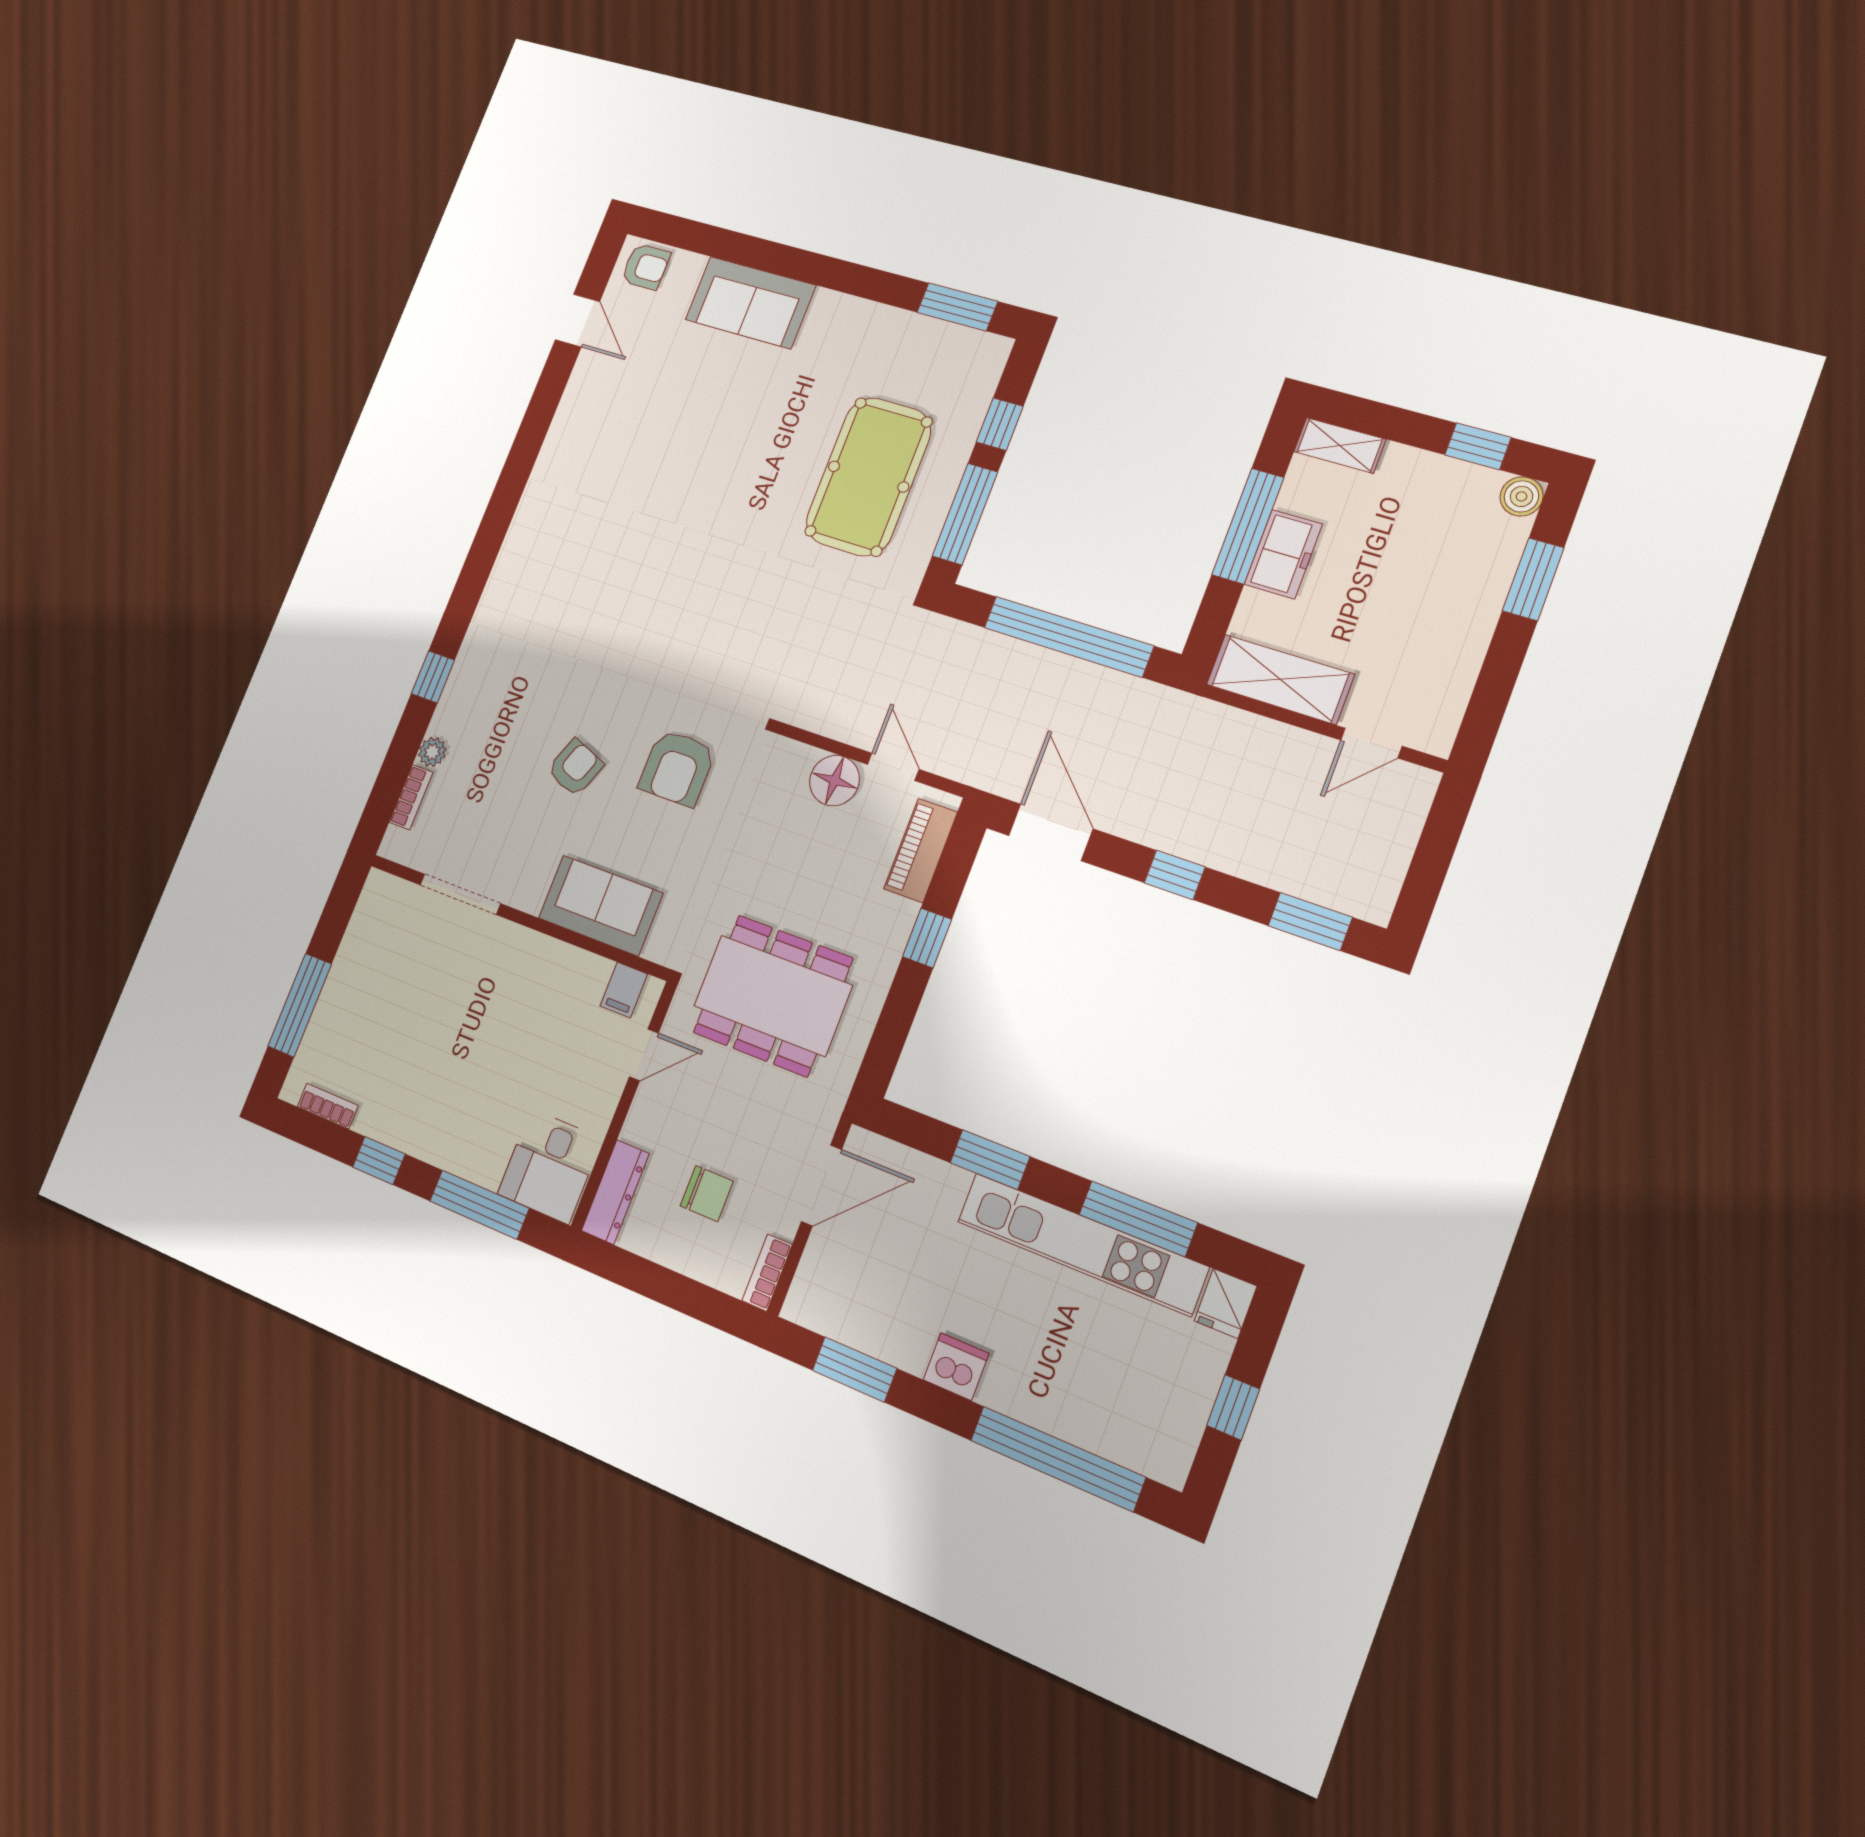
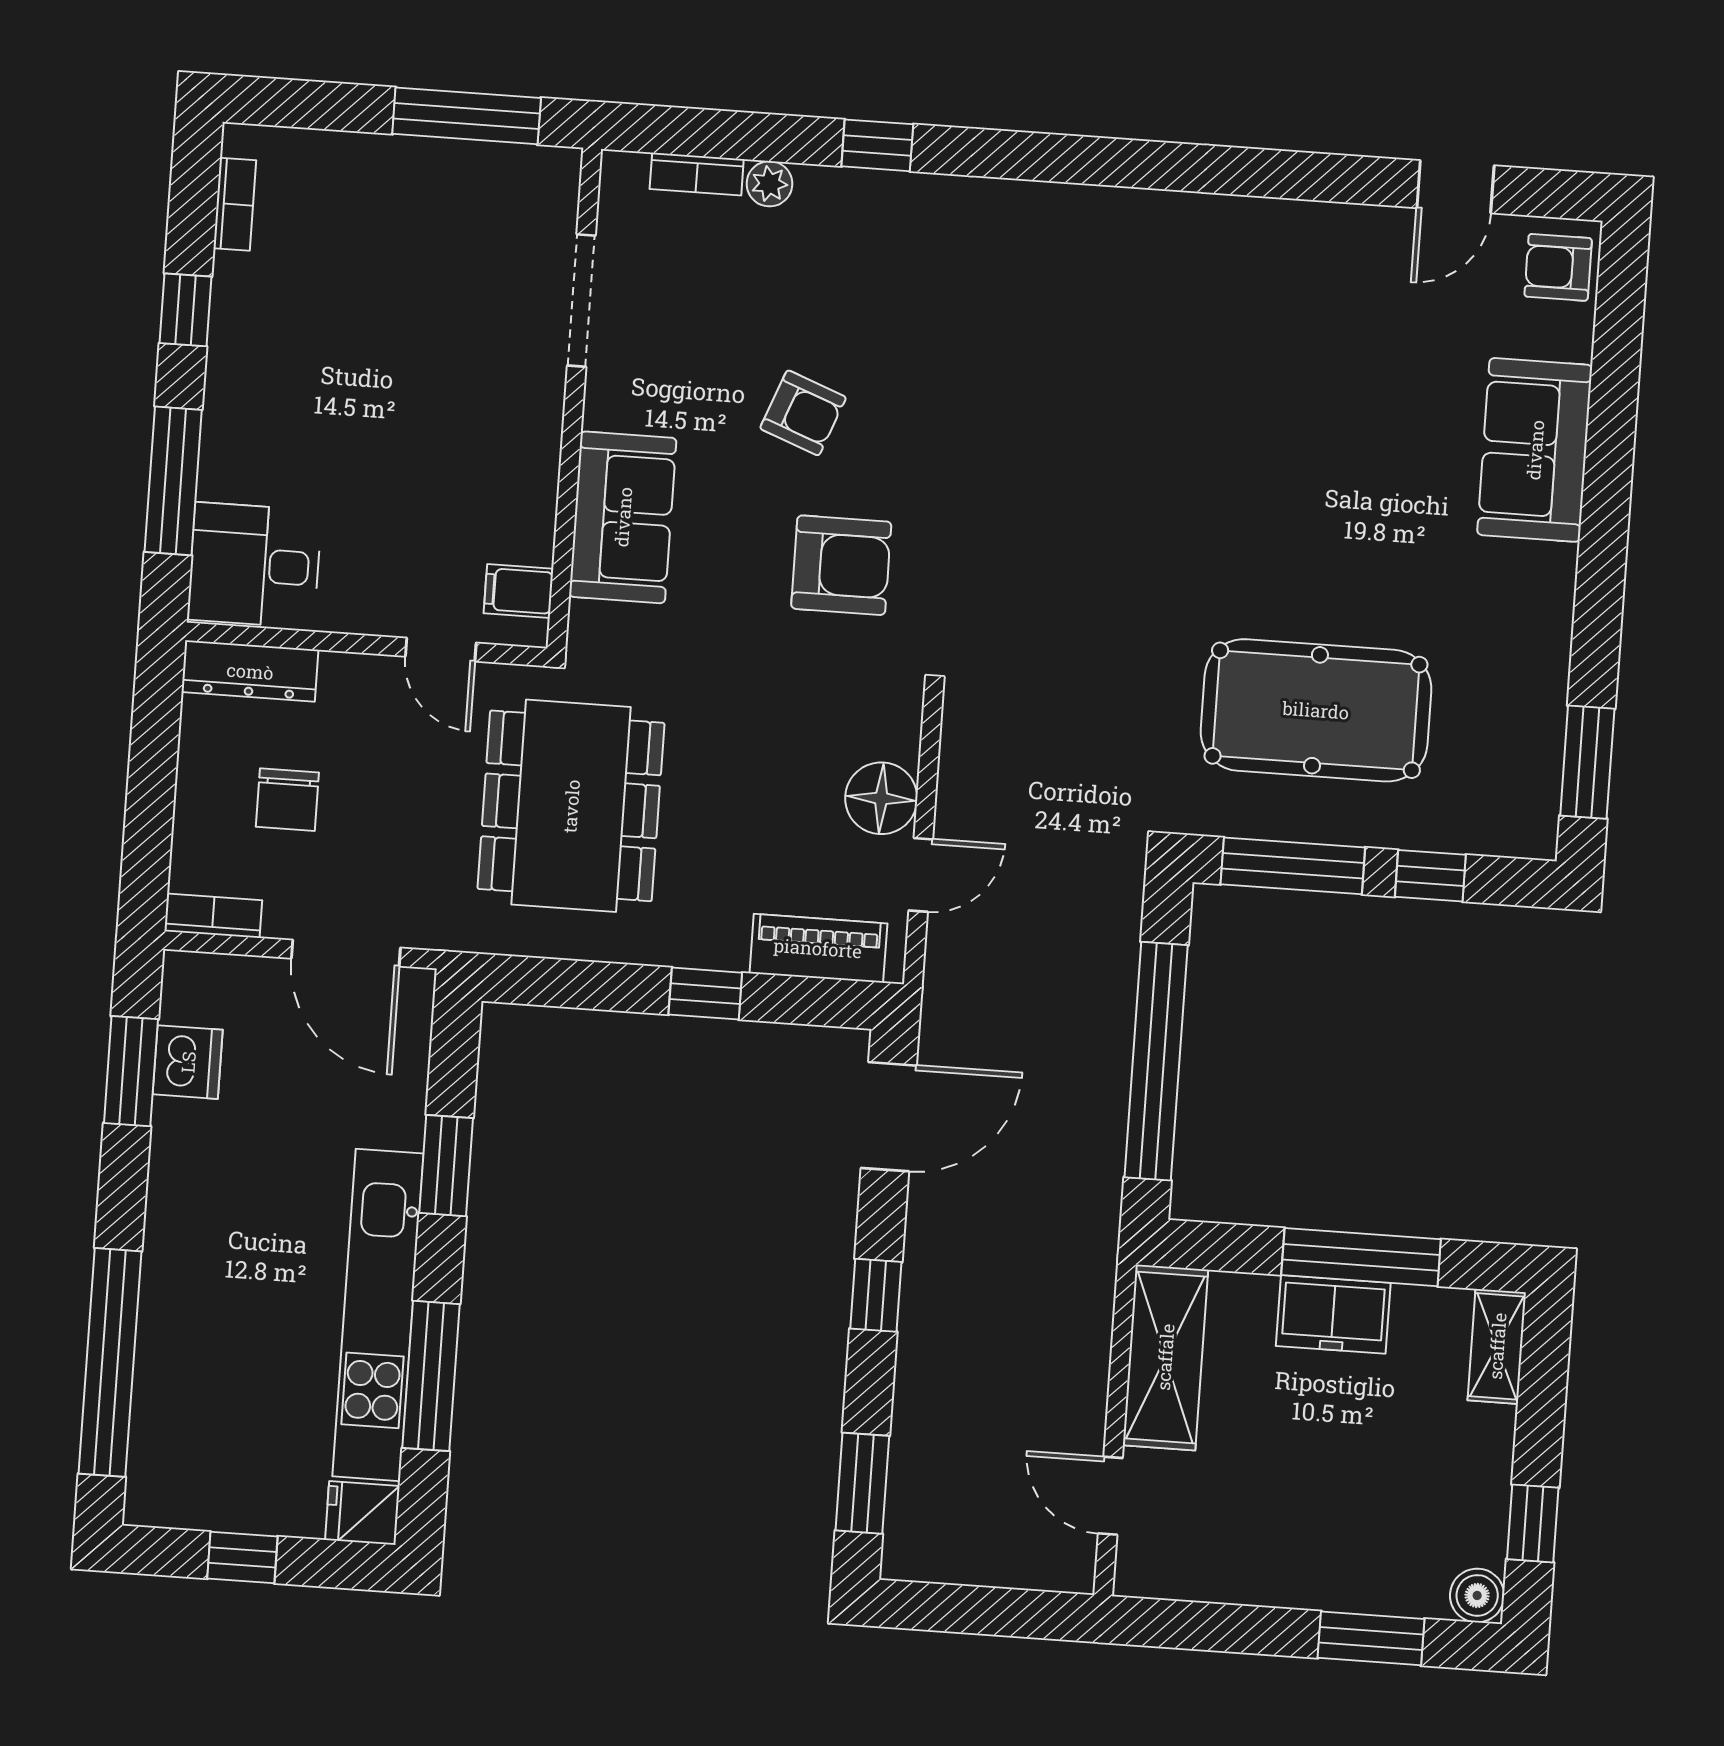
armchair: (646, 267) -> (1558, 267), turned 90
armchair: (677, 768) -> (841, 565), turned 180
window: (300, 1005) -> (467, 116), moved
dishwasher: (956, 1367) -> (188, 1062), moved

